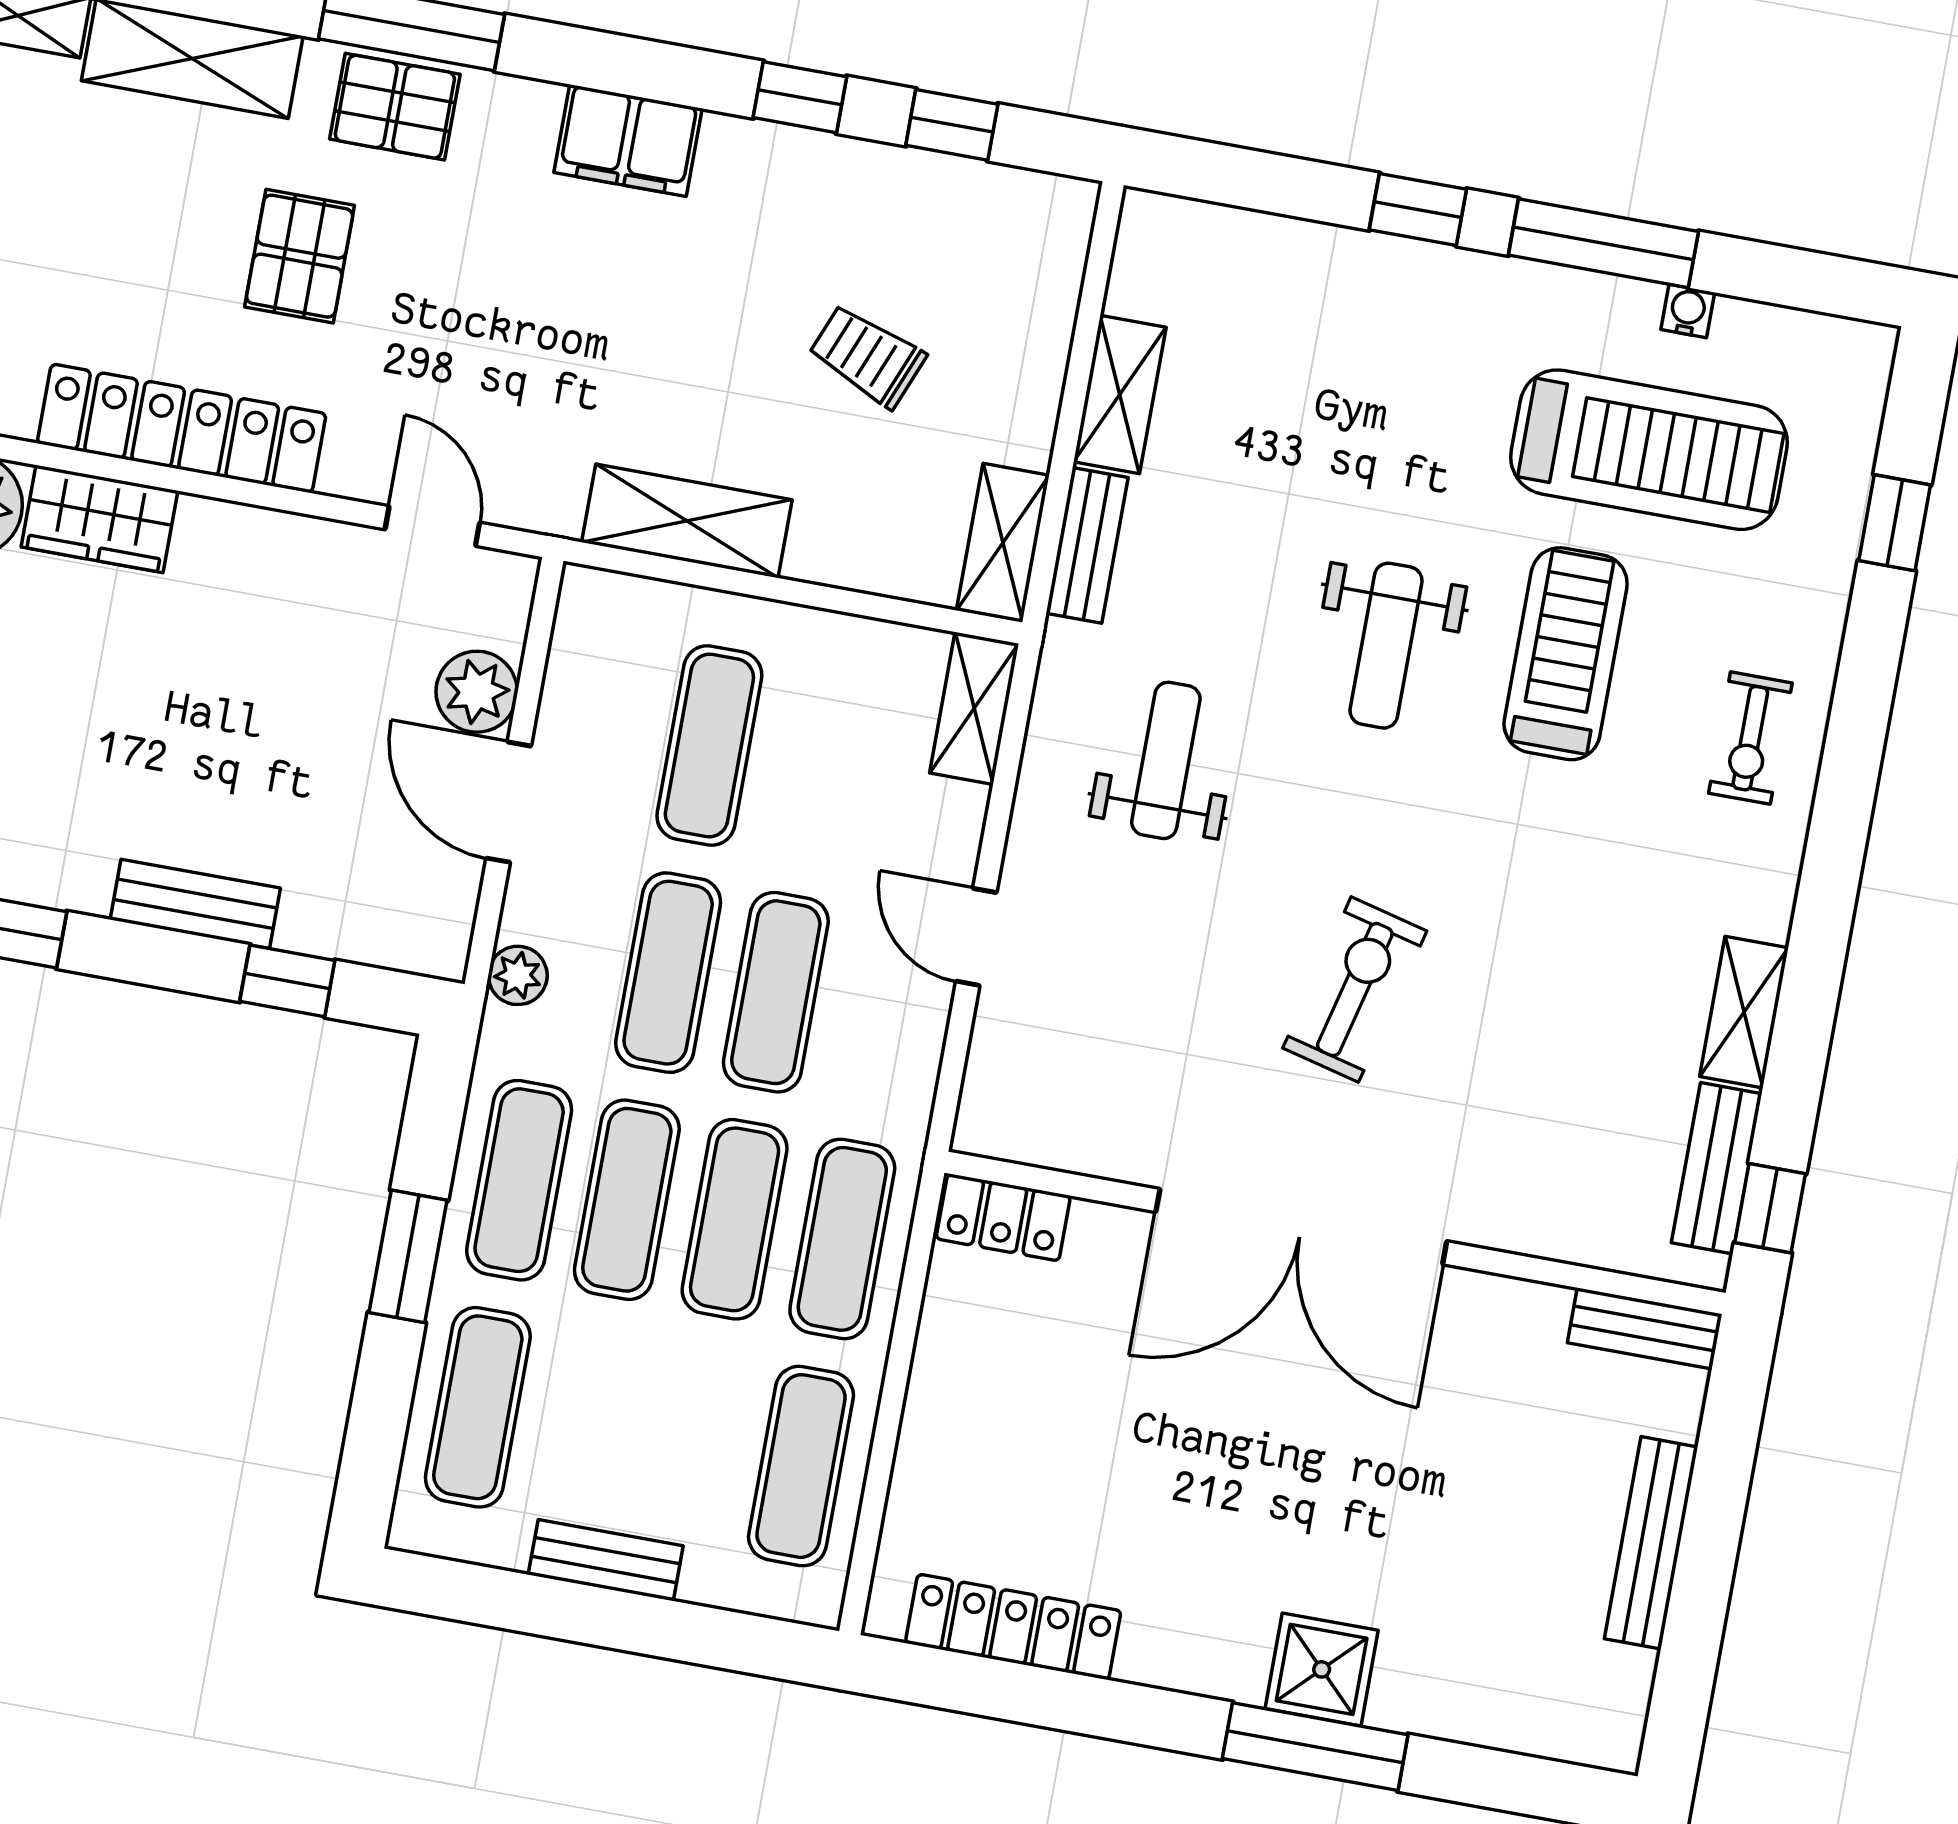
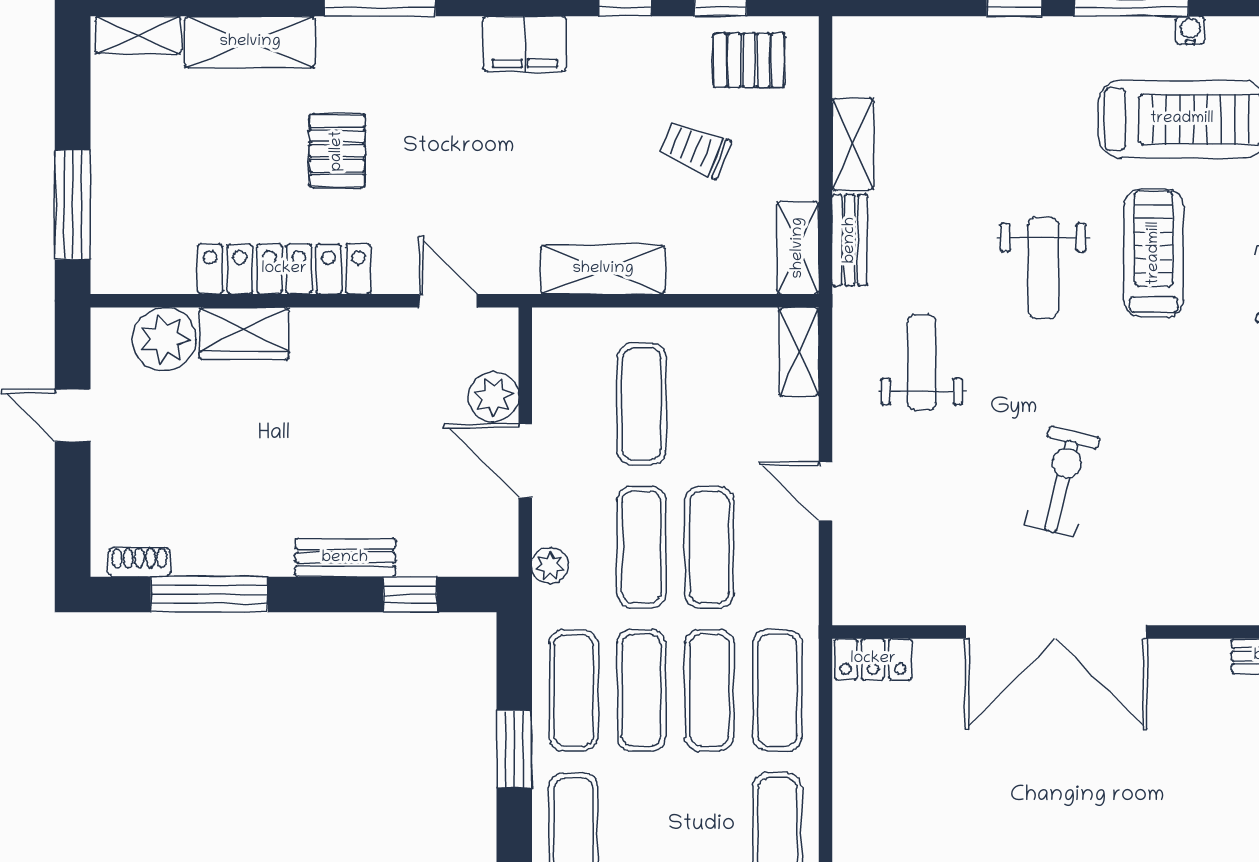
pallet: (395, 107) -> (749, 60), moved

